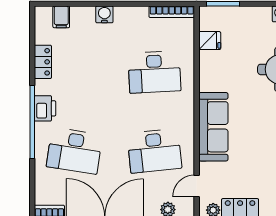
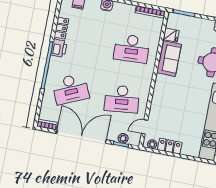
printer: (45, 108) -> (59, 48), moved
sofa: (213, 127) -> (169, 59), moved, width x0.73
desk: (74, 151) -> (71, 89), turned -33

